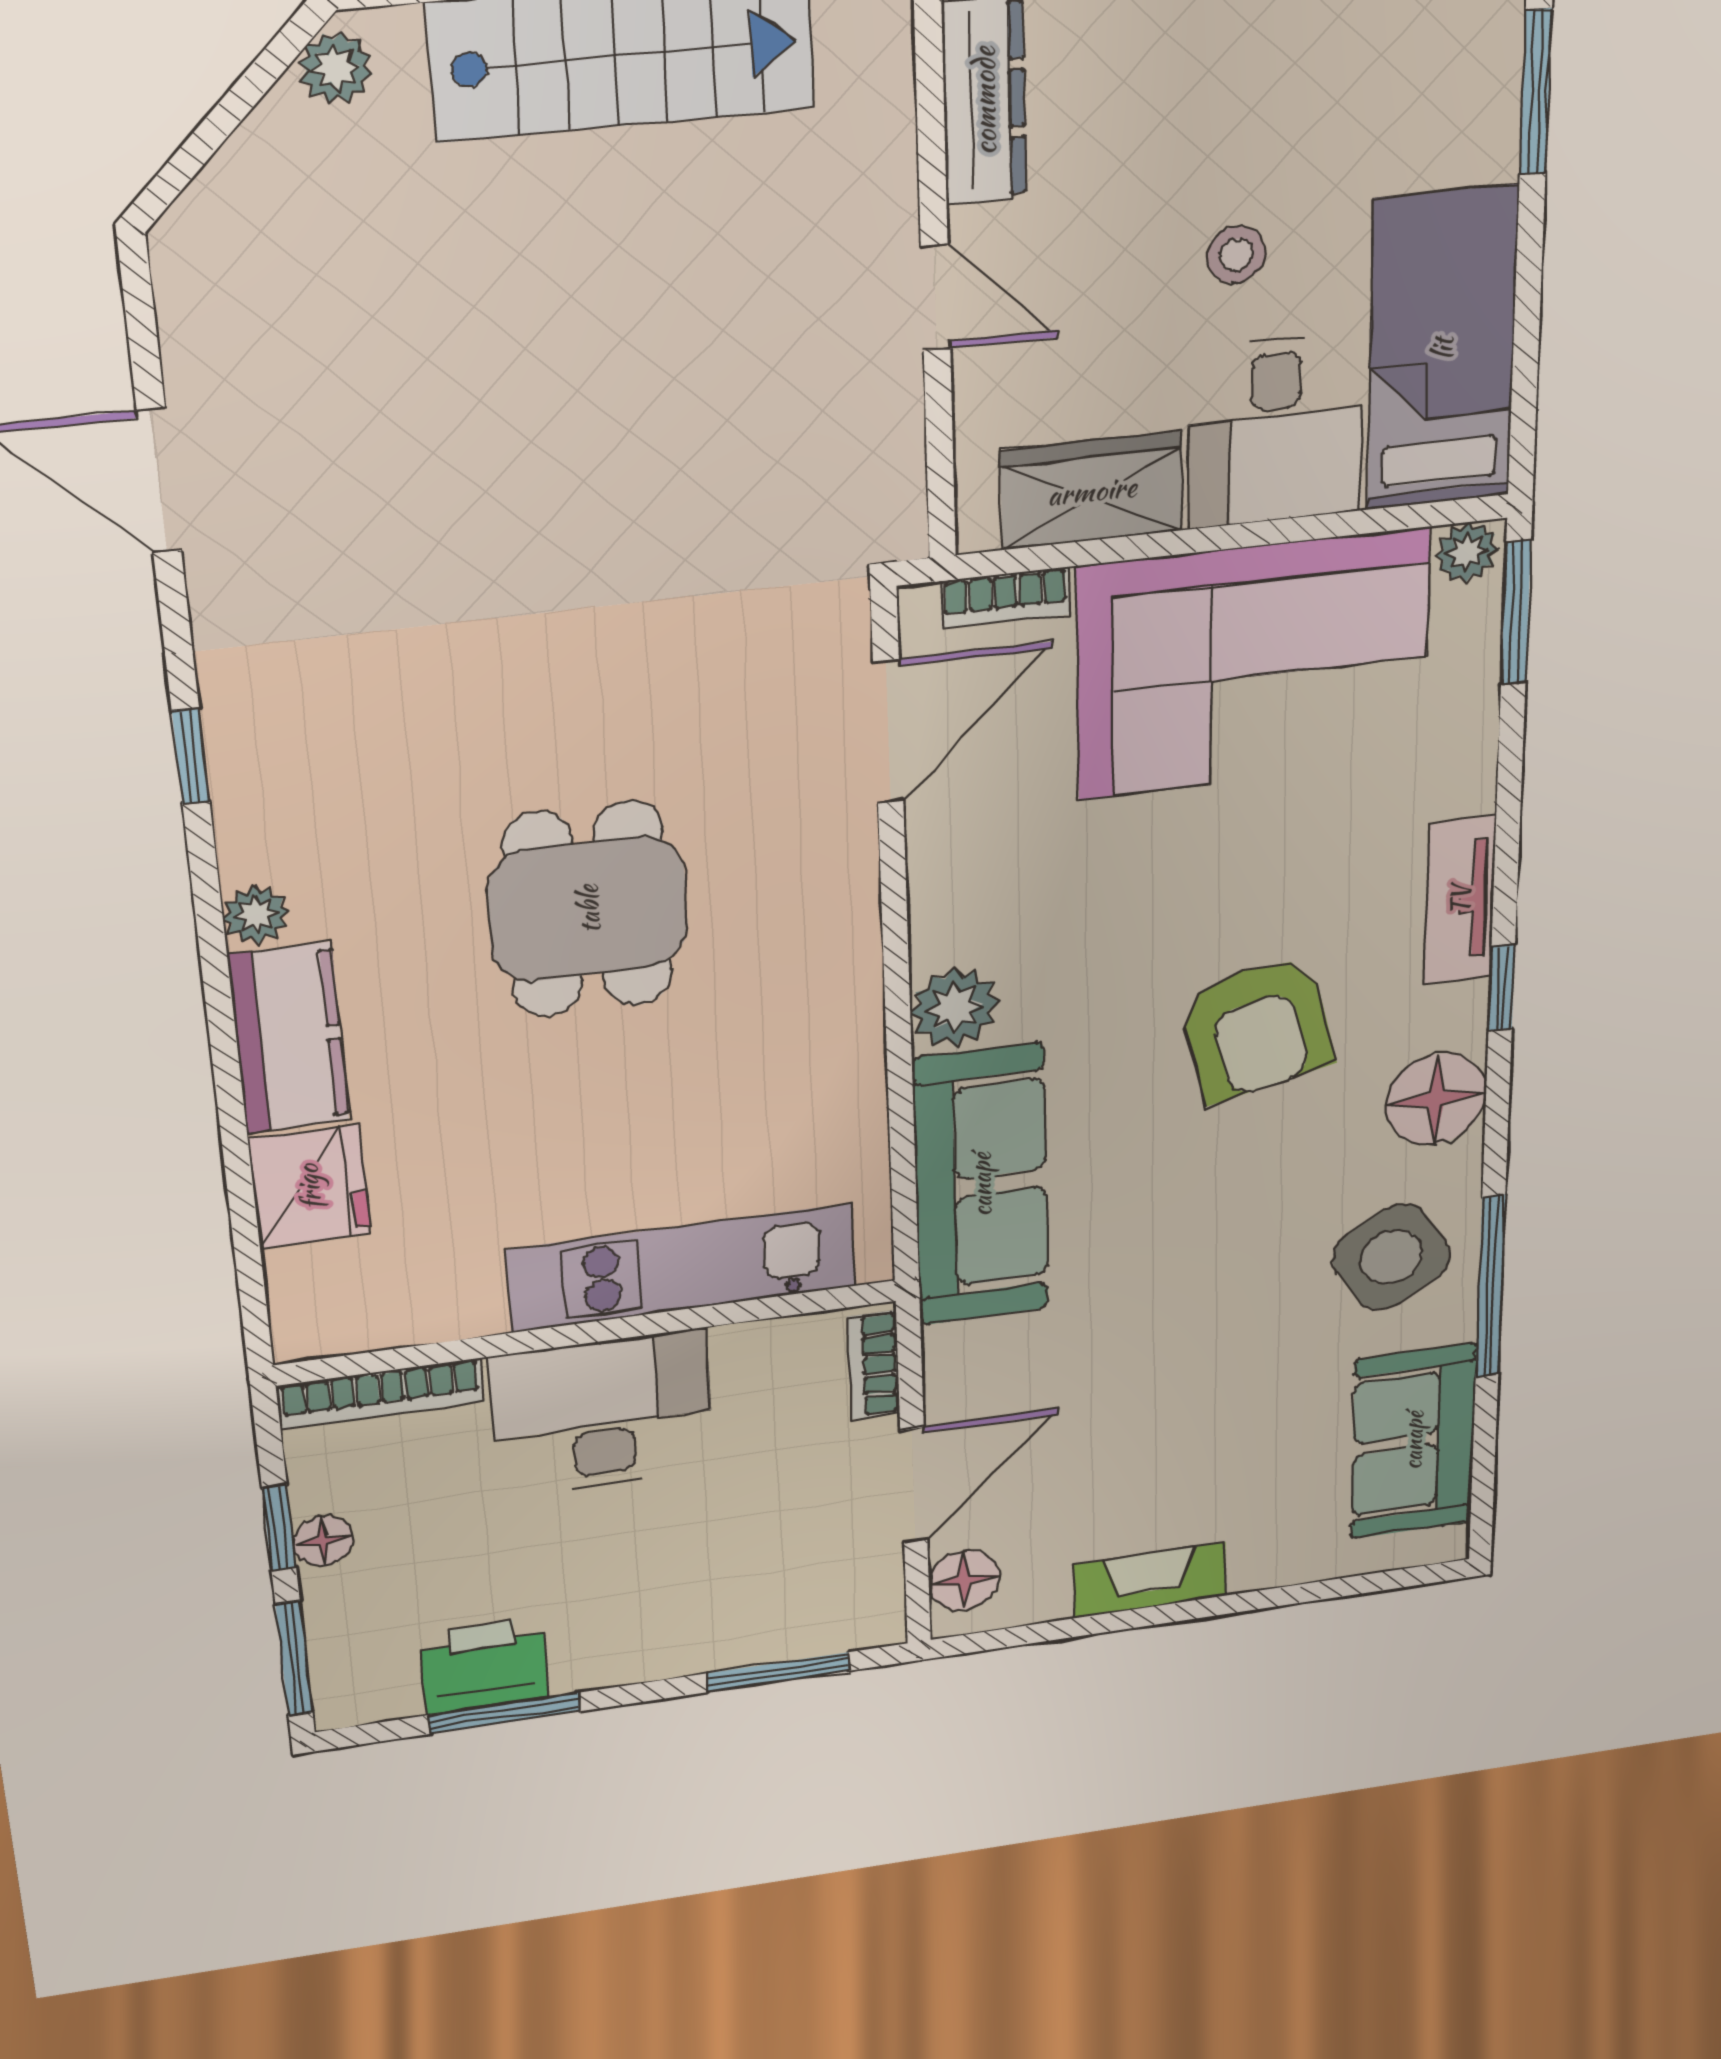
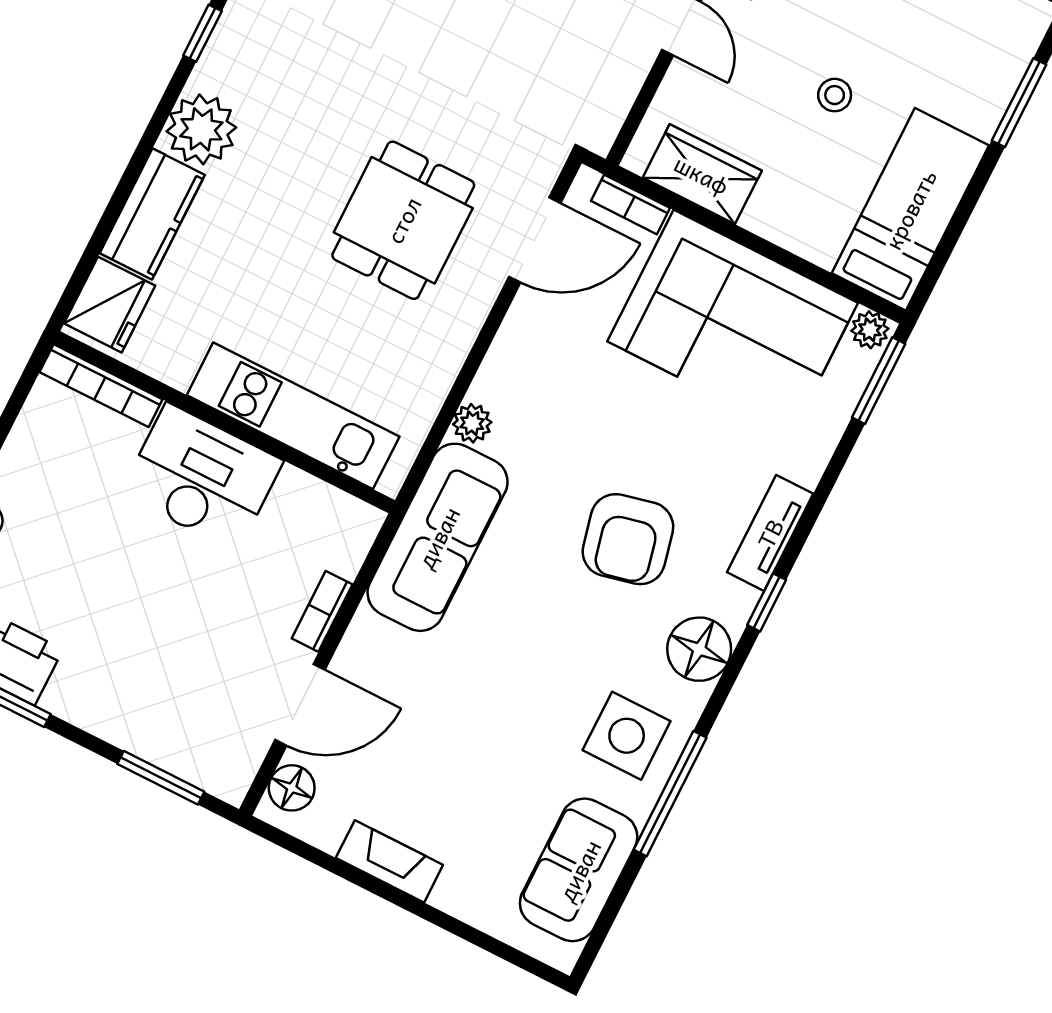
desk: (1276, 431) -> (808, 200), removed
dining table: (588, 909) -> (403, 220), moved
plant: (256, 915) -> (201, 129), width x1.87, depth x1.87
plant: (955, 1007) -> (472, 423), width x0.73, depth x0.73
side table: (1392, 1257) -> (627, 736), turned 32
kitchen unit: (682, 1268) -> (293, 416), moved
wall: (588, 1333) -> (224, 422), moved
bookcase: (381, 1394) -> (101, 386), moved
desk: (602, 1414) -> (202, 477), moved

